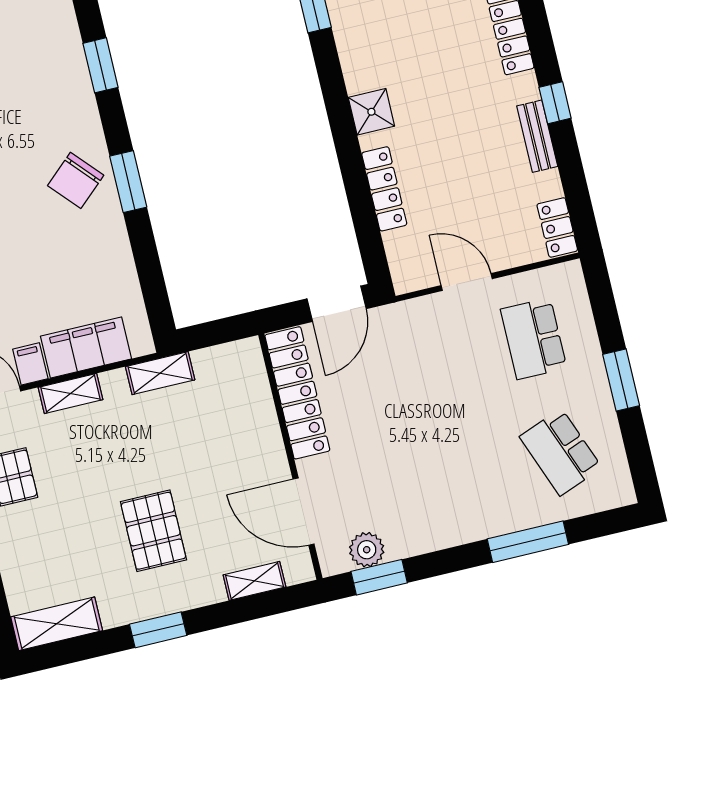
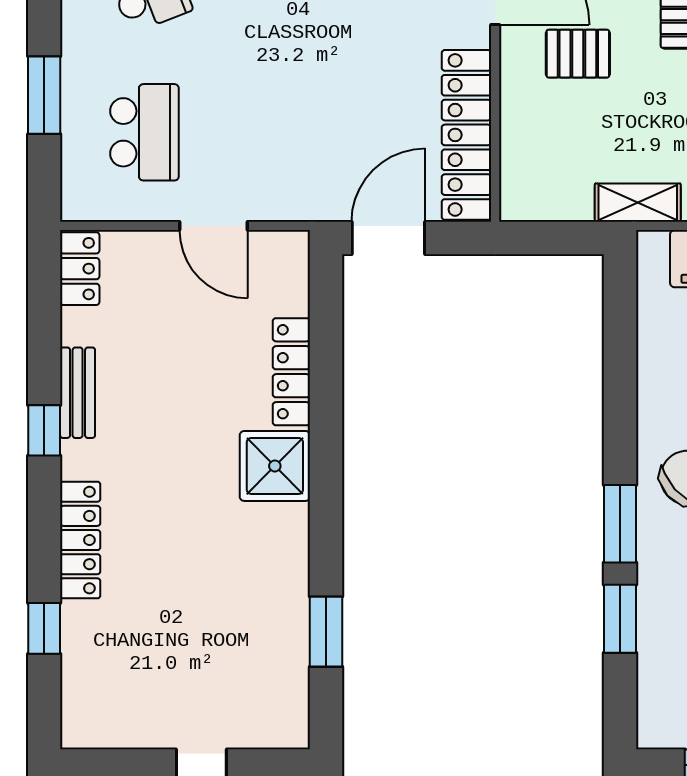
shower: (371, 112) -> (275, 466), width x1.36, depth x1.36
window: (128, 182) -> (620, 524), moved
window: (621, 380) -> (44, 95), moved
pallet: (230, 472) -> (578, 54), added

